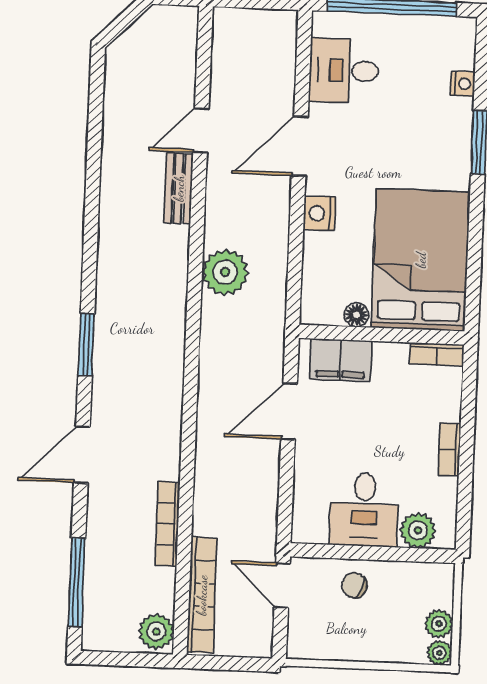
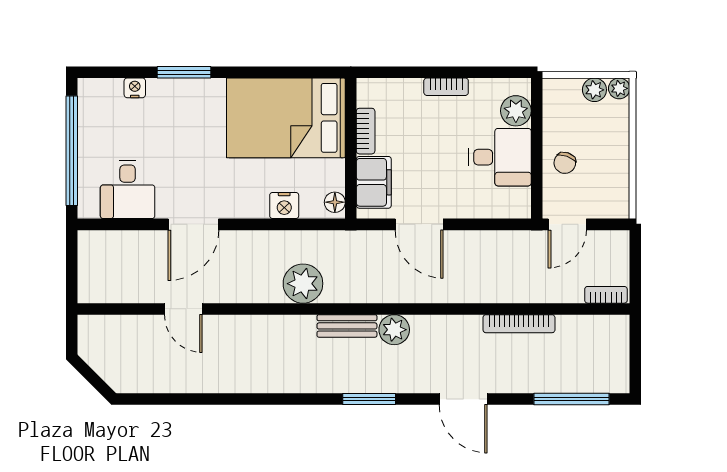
door: (300, 146) -> (193, 224), hinge flipped
bench: (179, 188) -> (347, 326), moved
nightstand: (319, 213) -> (284, 206), moved
floor lamp: (356, 315) -> (335, 202), moved
bookcase: (437, 354) -> (366, 131), moved
bookcase: (202, 595) -> (606, 295), width x0.43, depth x0.76
plant: (156, 631) -> (394, 330), moved

